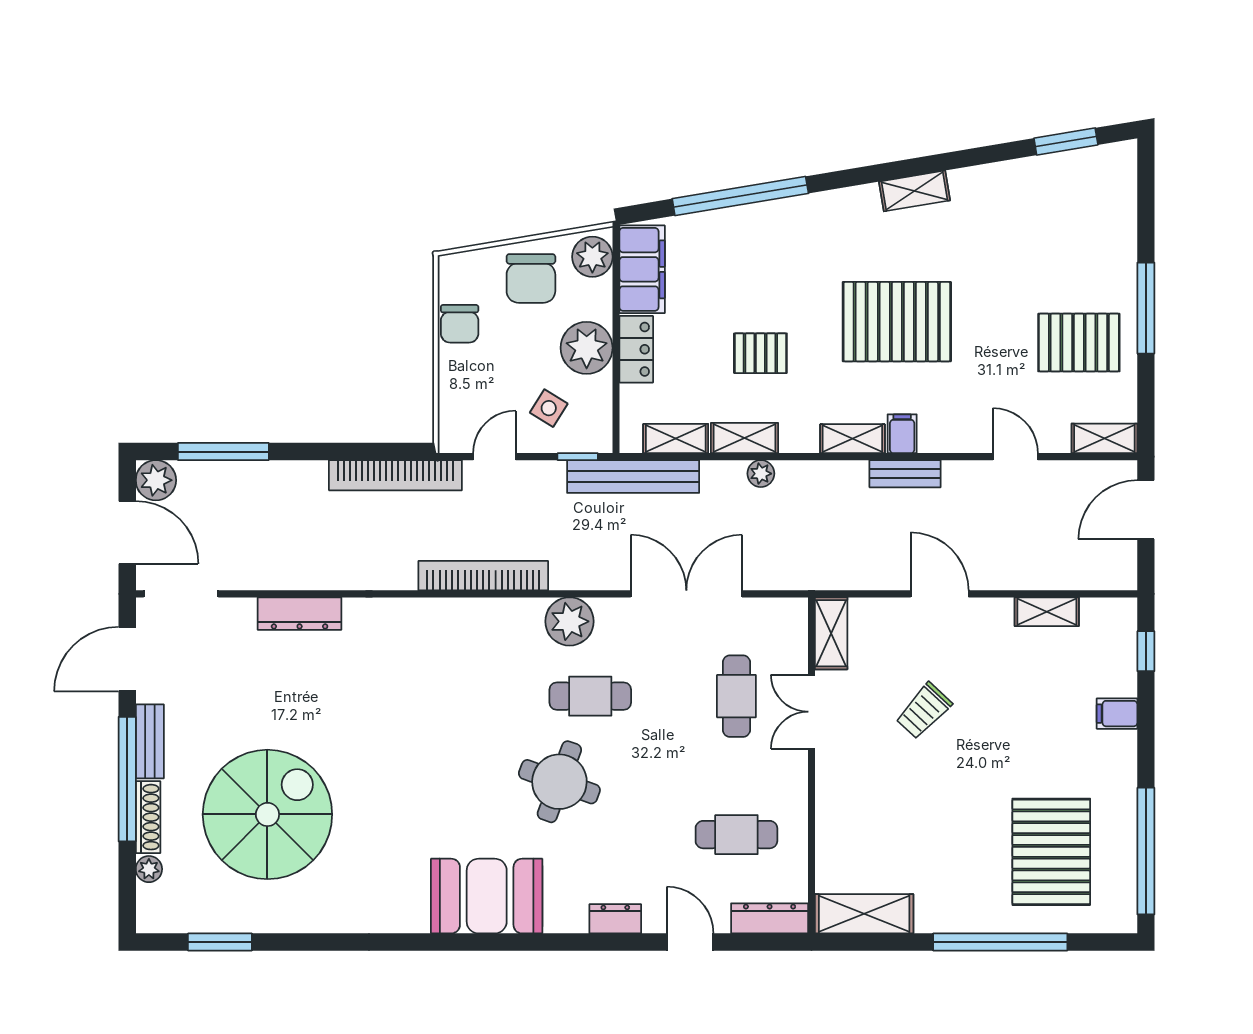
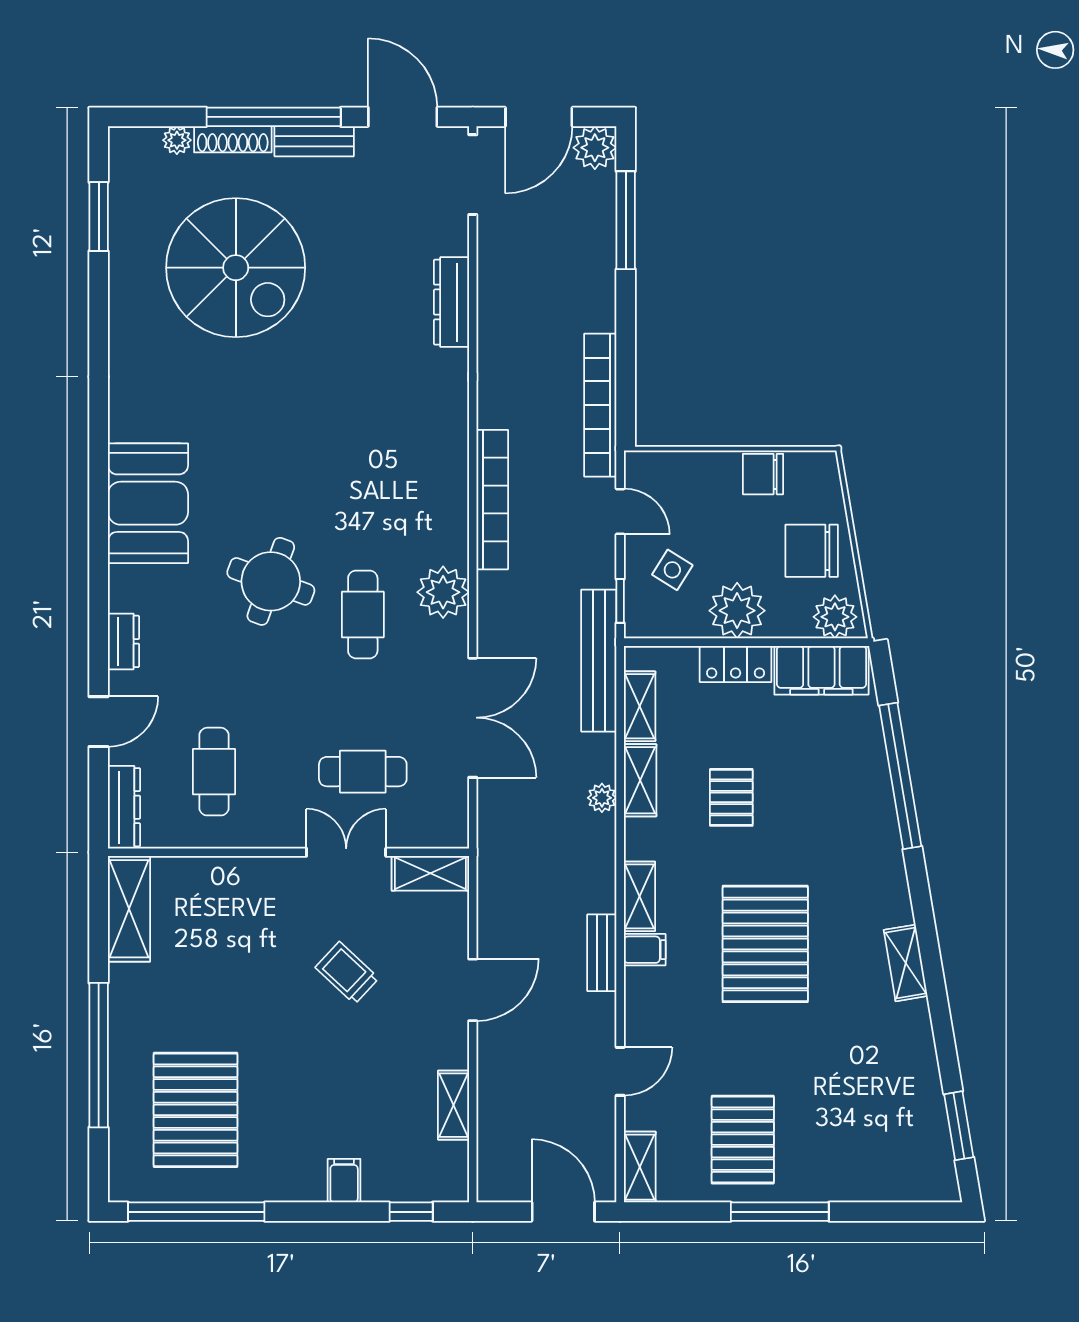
pallet: (1051, 852) -> (195, 1110), turned 90

